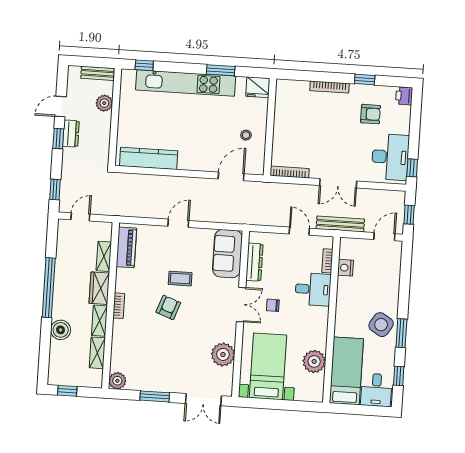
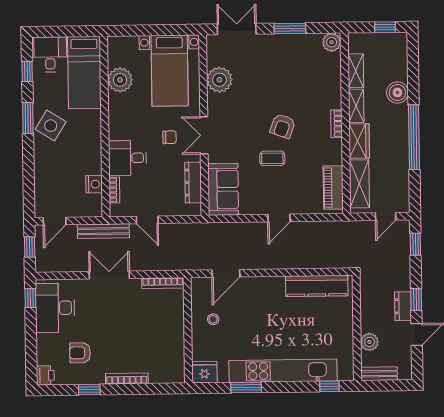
shelving: (104, 256) -> (359, 184), width x1.50, depth x1.33

